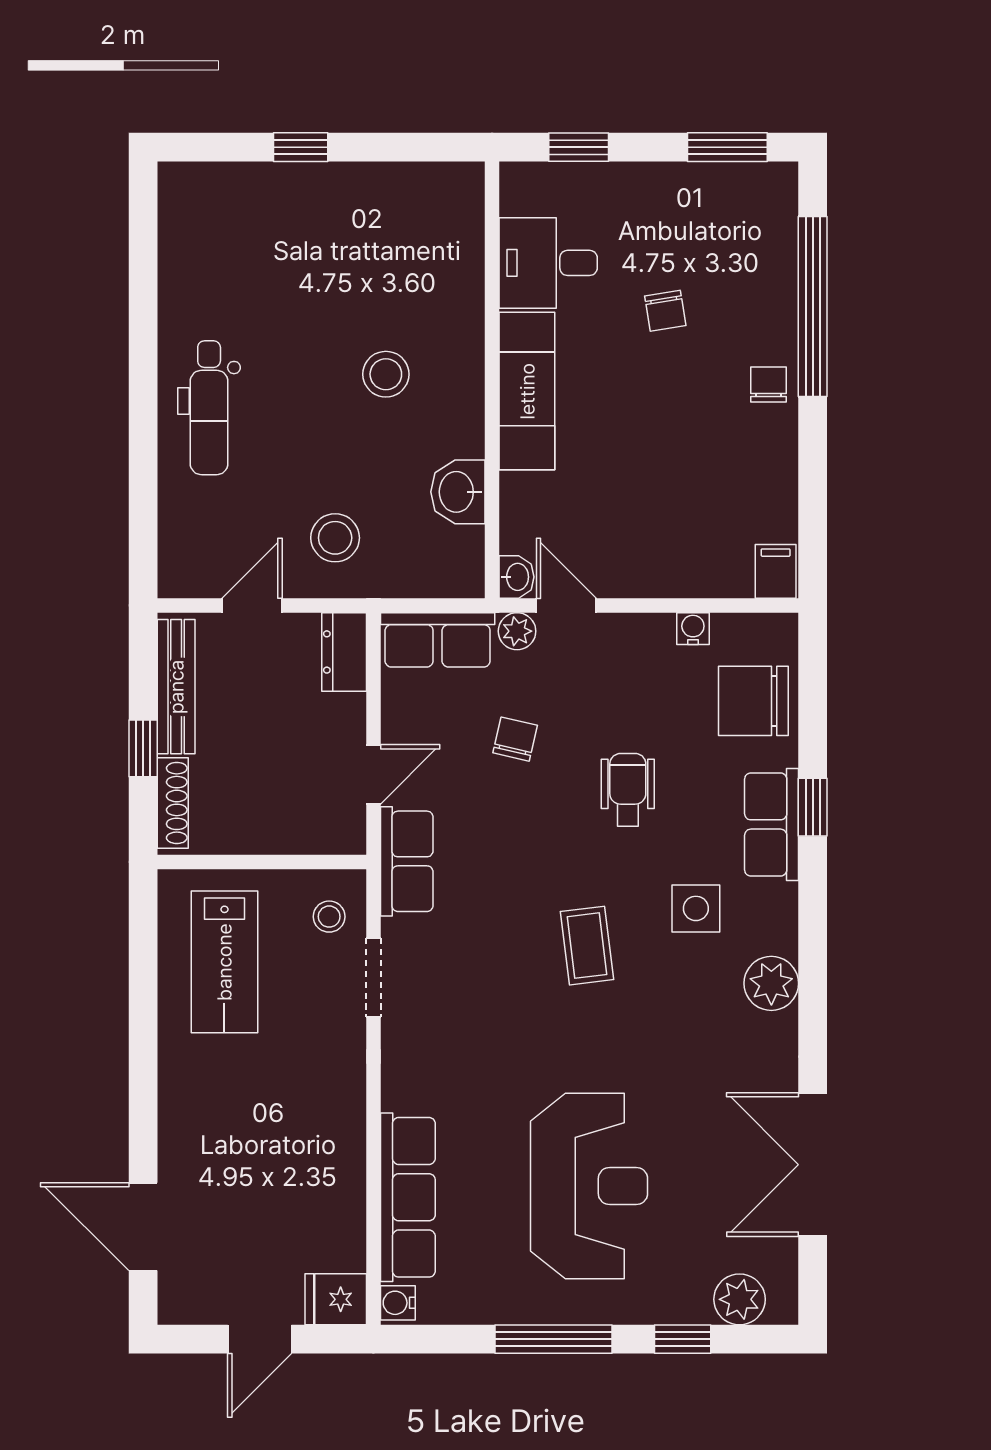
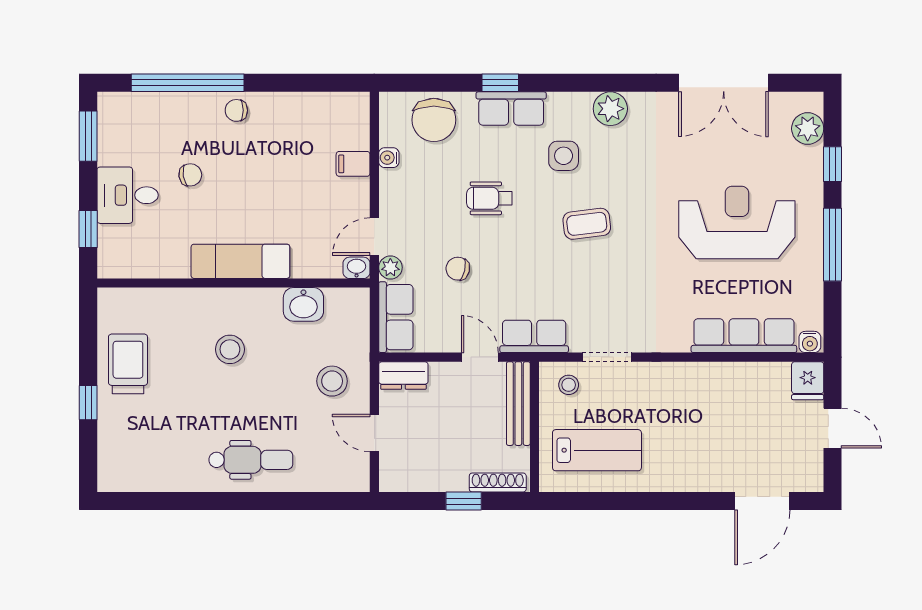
trolley: (363, 211) -> (128, 364), added
desk: (548, 263) -> (128, 195), moved, turned 90
filing cabinet: (776, 571) -> (353, 164), moved
bench: (176, 687) -> (518, 404), moved, turned 90

